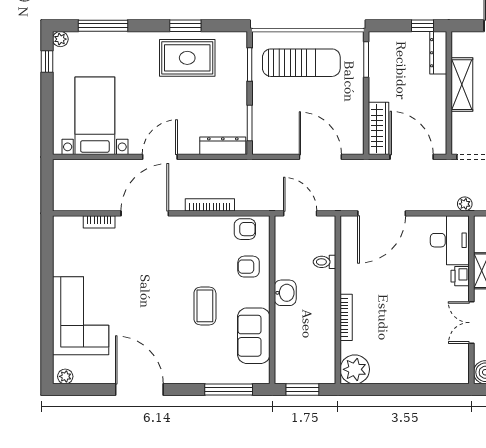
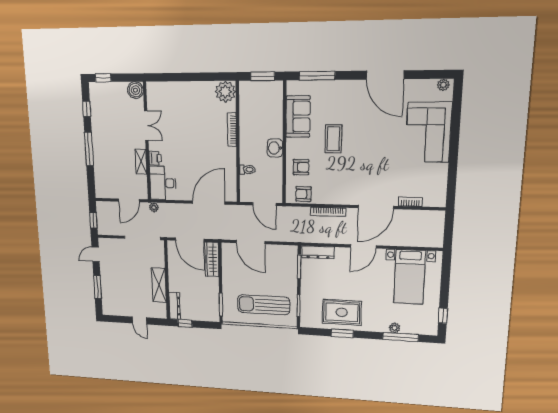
plant: (60, 39) -> (395, 328), moved

